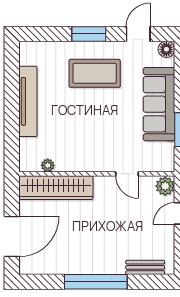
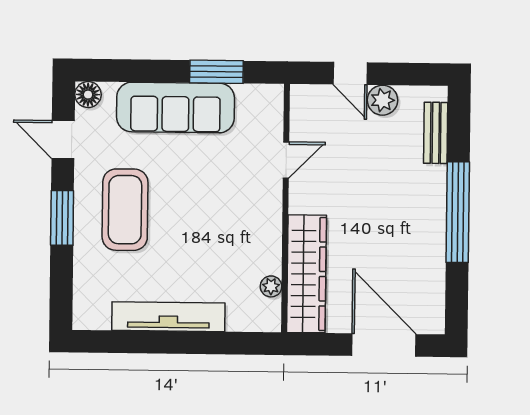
plant: (165, 186) -> (383, 100), moved

